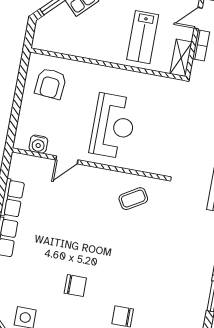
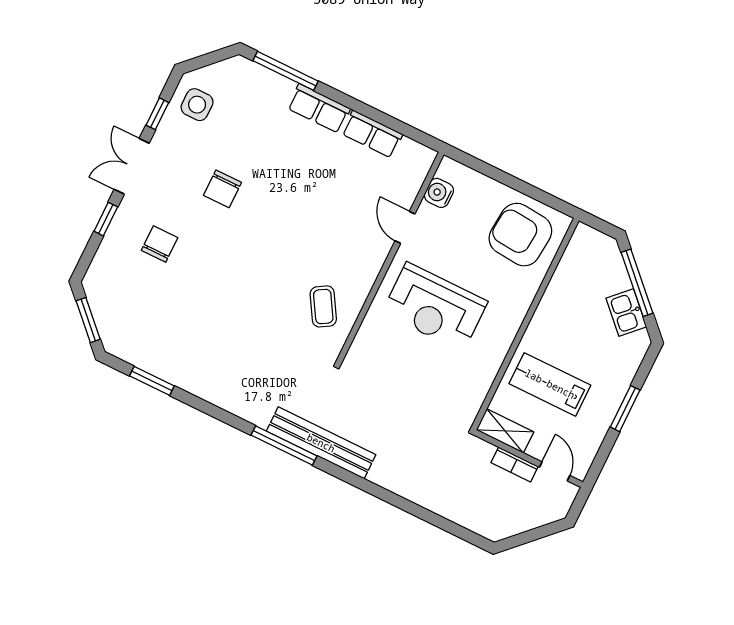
armchair: (51, 84) -> (520, 235), width x1.36, depth x1.36

